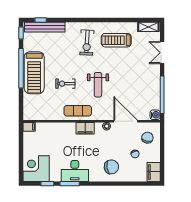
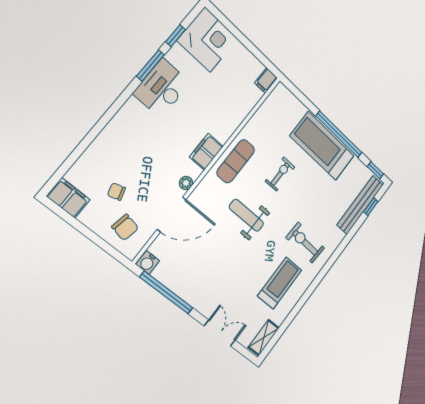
chair: (111, 167) -> (126, 143), removed

